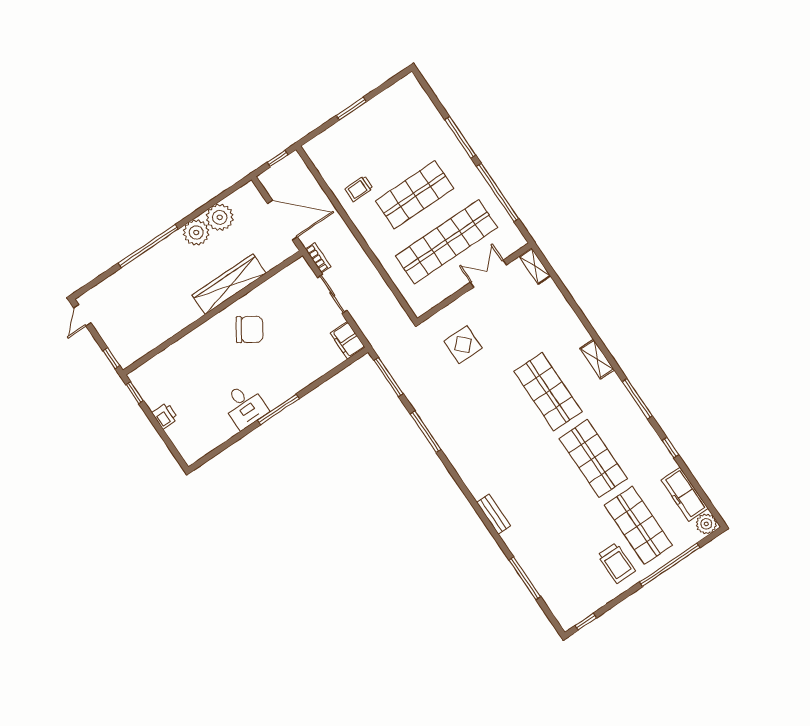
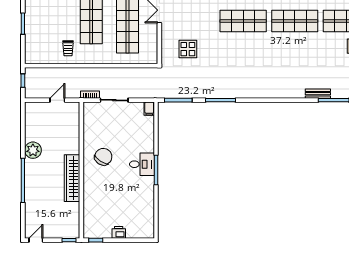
plant: (220, 217) -> (33, 132), removed
door: (282, 220) -> (57, 100), width x0.53
wardrobe: (229, 284) -> (72, 178), moved
door: (82, 315) -> (36, 240), swing flipped
filing cabinet: (348, 340) -> (149, 109), width x0.50
desk: (245, 406) -> (142, 164), moved
bench: (494, 514) -> (318, 94), moved

